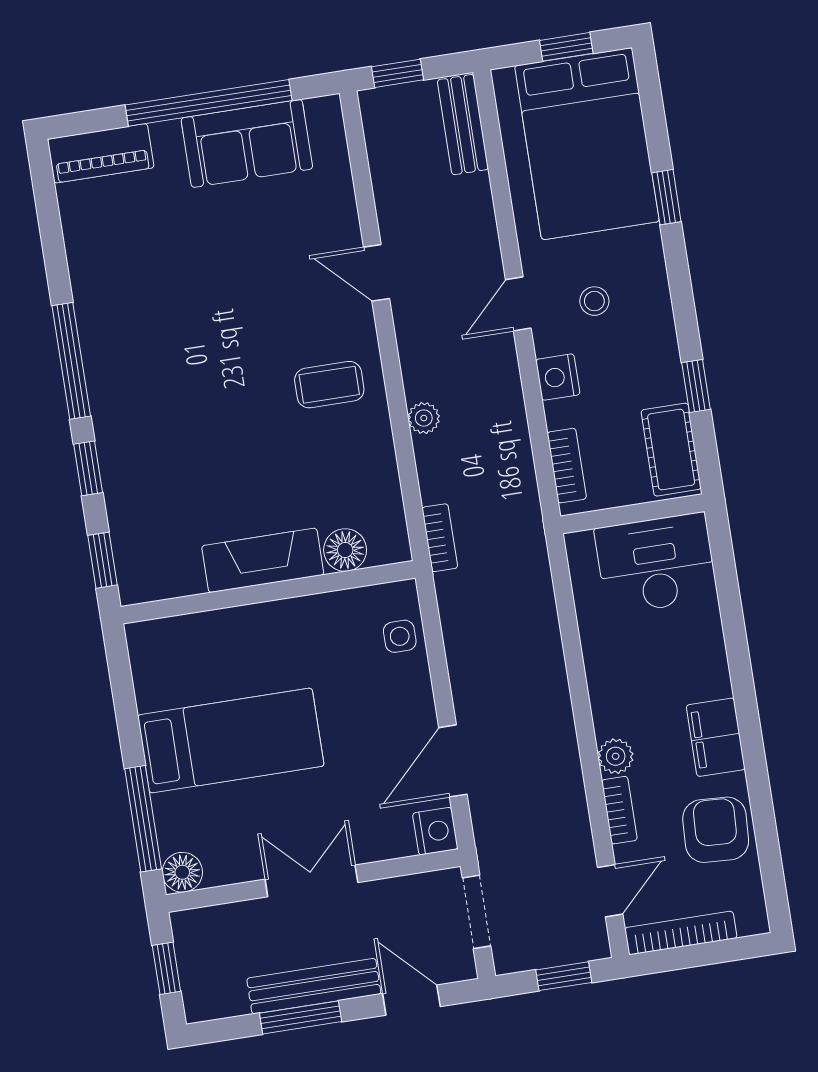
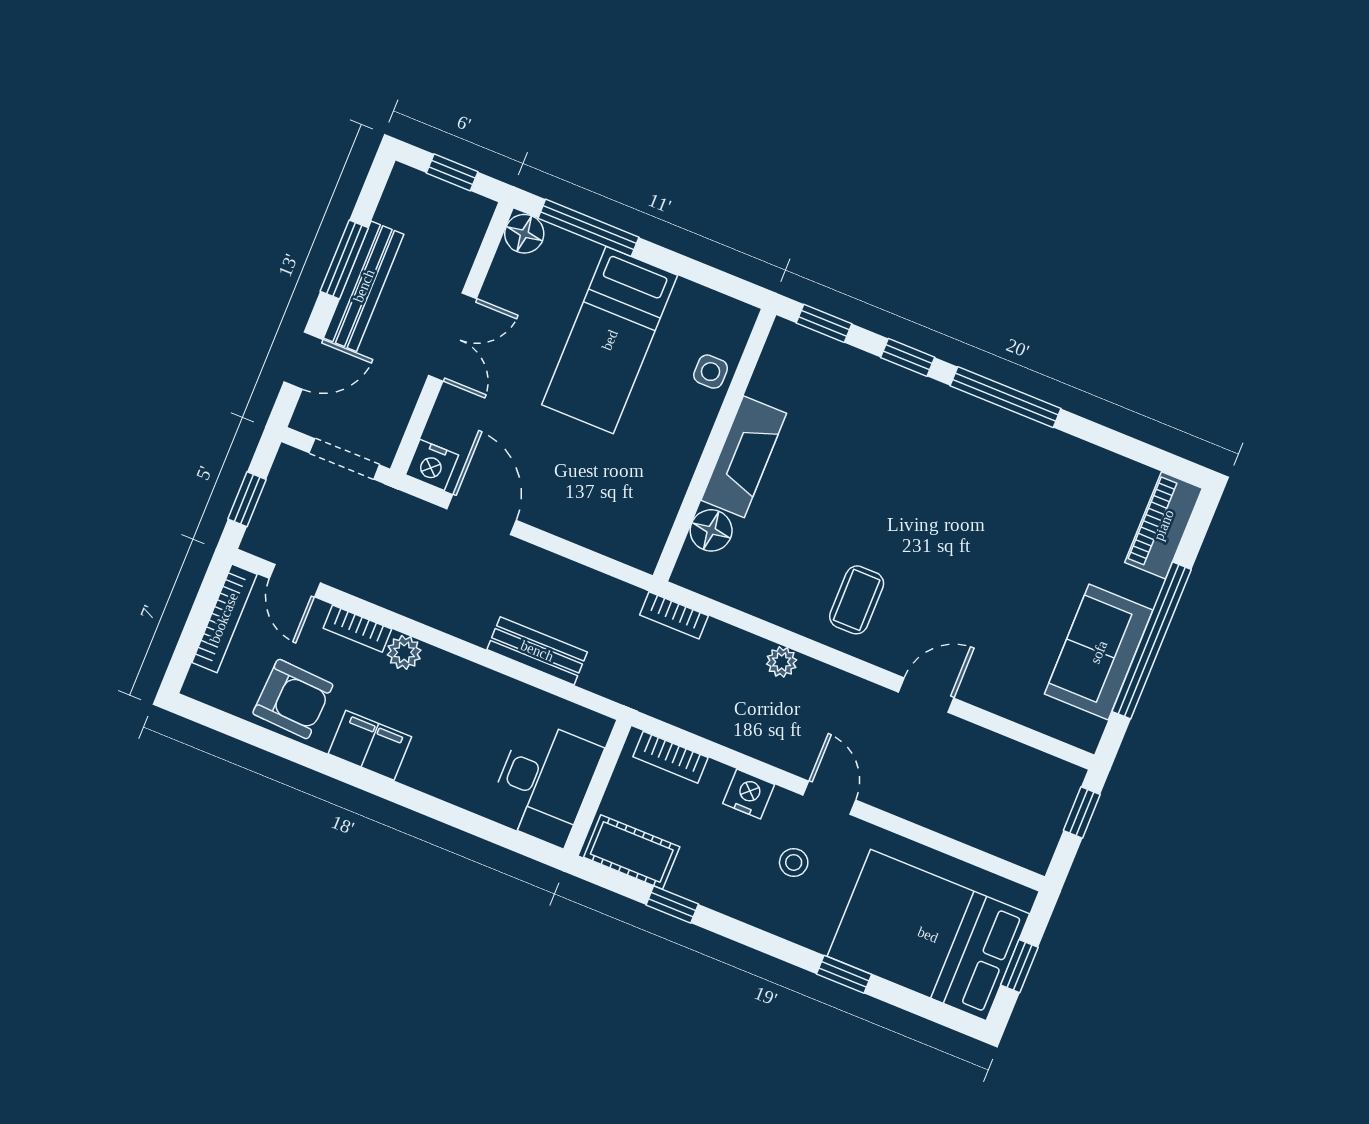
bench: (463, 125) -> (537, 651), moved
side table: (400, 636) -> (711, 372), moved

